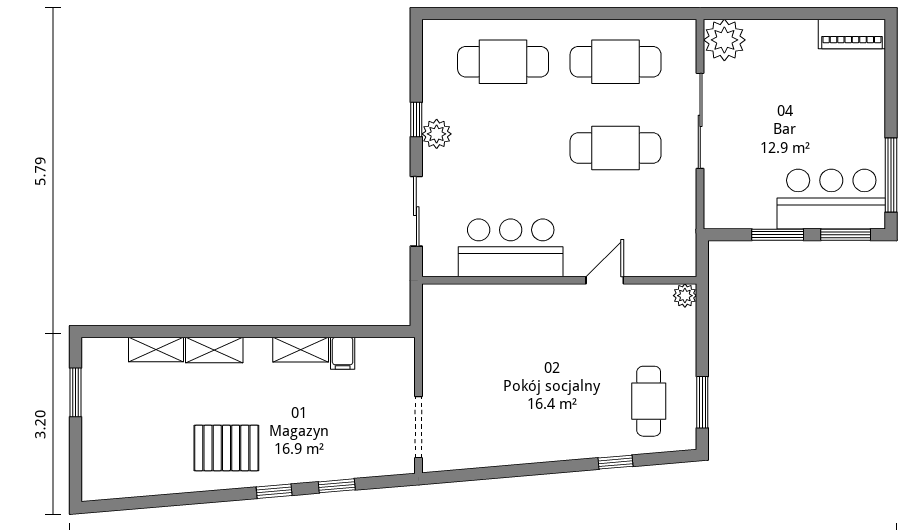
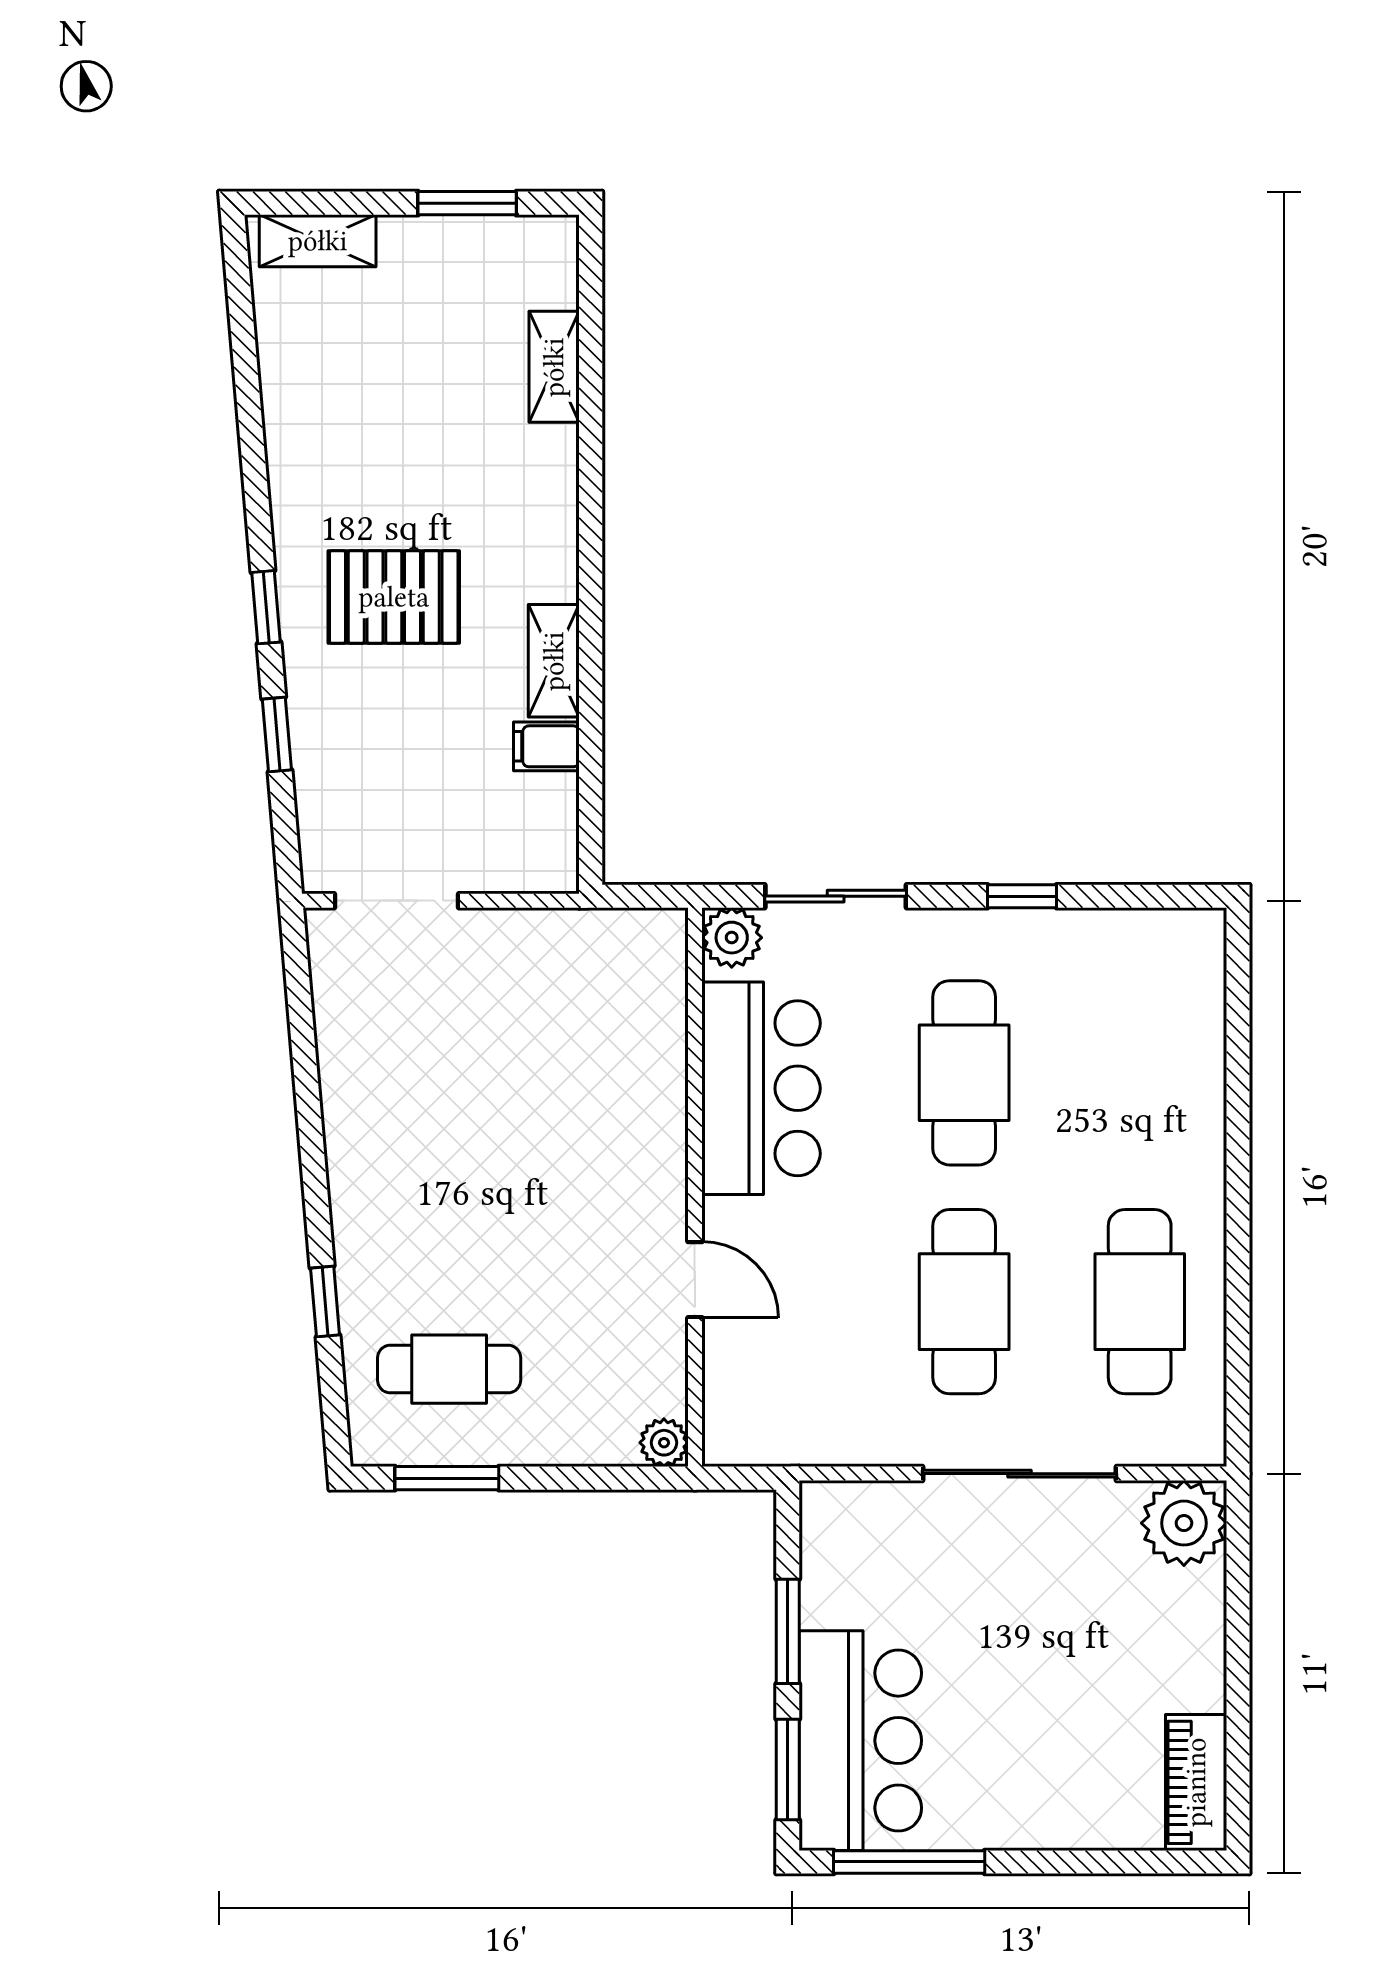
cafe table: (503, 62) -> (964, 1073), moved
plant: (437, 134) -> (732, 938), moved
shelving: (214, 350) -> (318, 241), moved, turned 90
pallet: (226, 448) -> (394, 597), moved, turned 90

